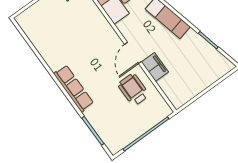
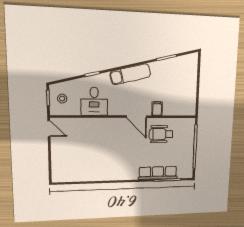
filing cabinet: (155, 67) -> (157, 109), width x0.50
row of seats: (74, 88) -> (158, 173), moved

